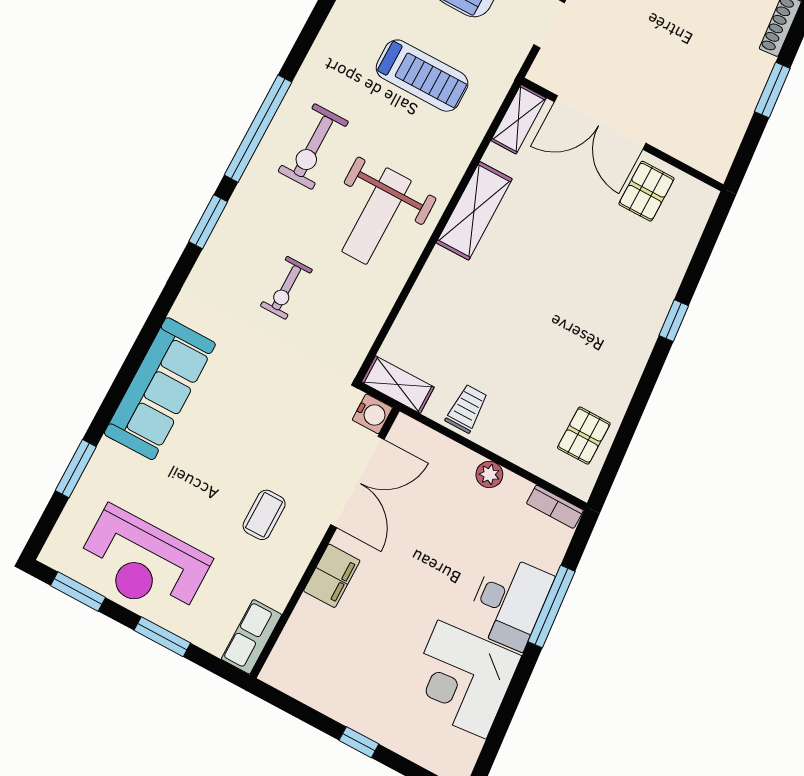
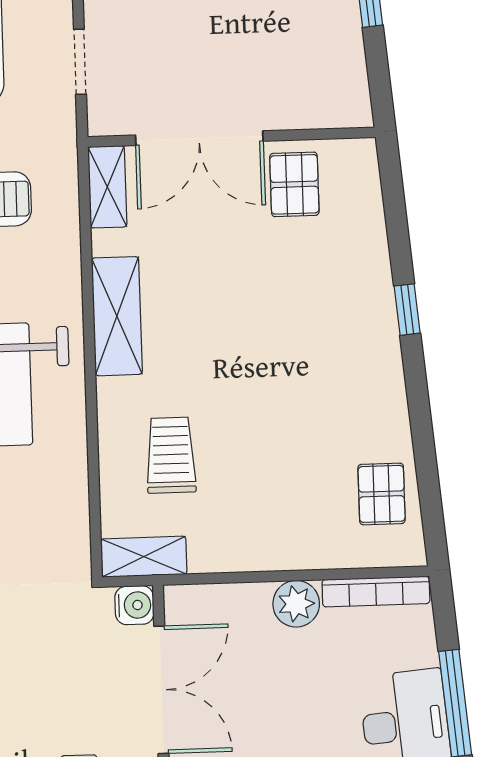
trolley: (467, 409) -> (171, 455), moved, width x1.36, depth x1.39
plant: (489, 474) -> (296, 604), width x1.38, depth x1.38
bookcase: (555, 507) -> (376, 592), width x1.56

